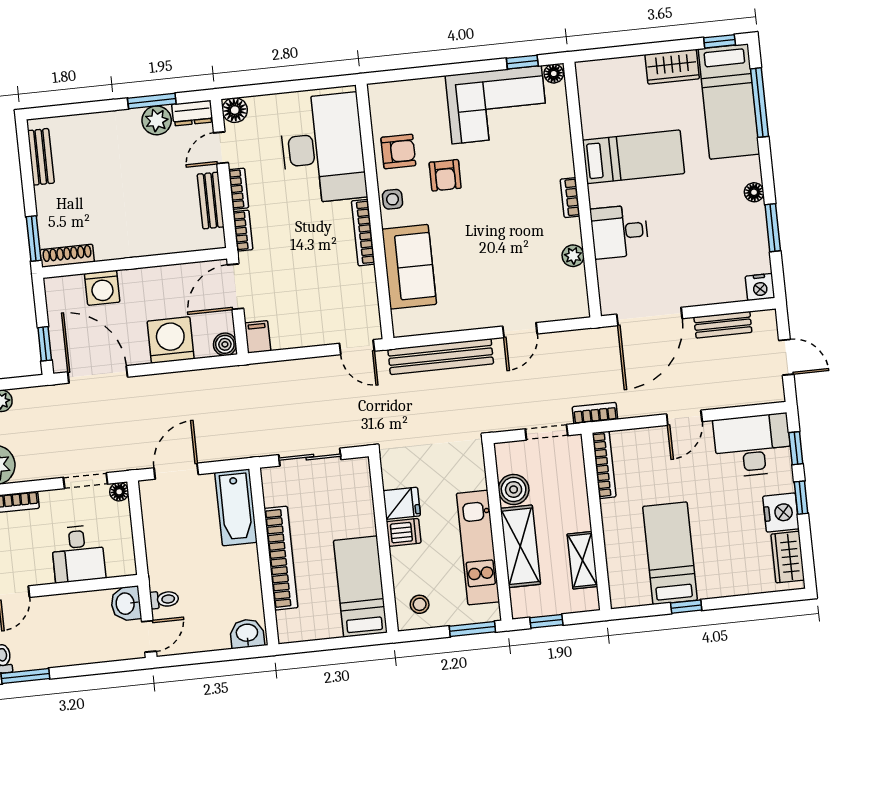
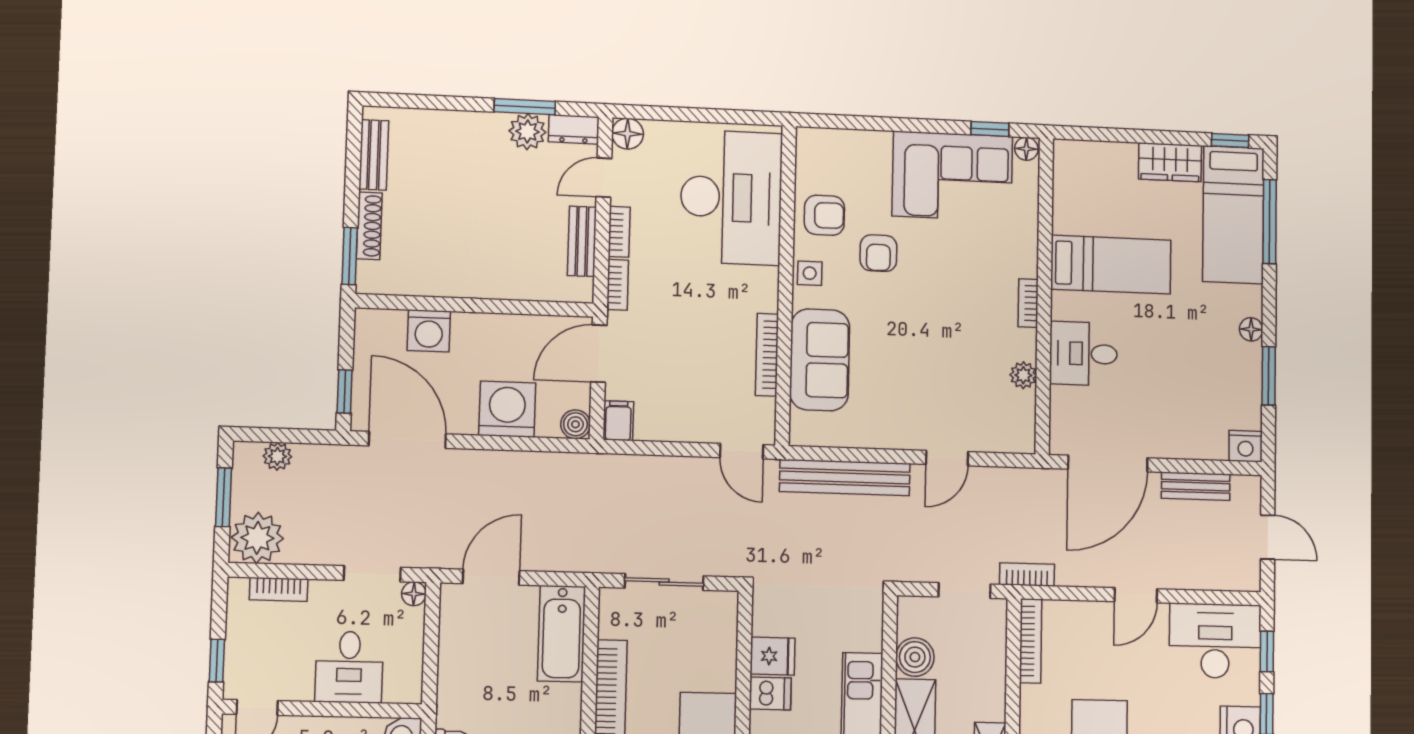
bookcase: (363, 233) -> (767, 355), moved
shoe rack: (67, 256) -> (369, 226), moved, turned 90

